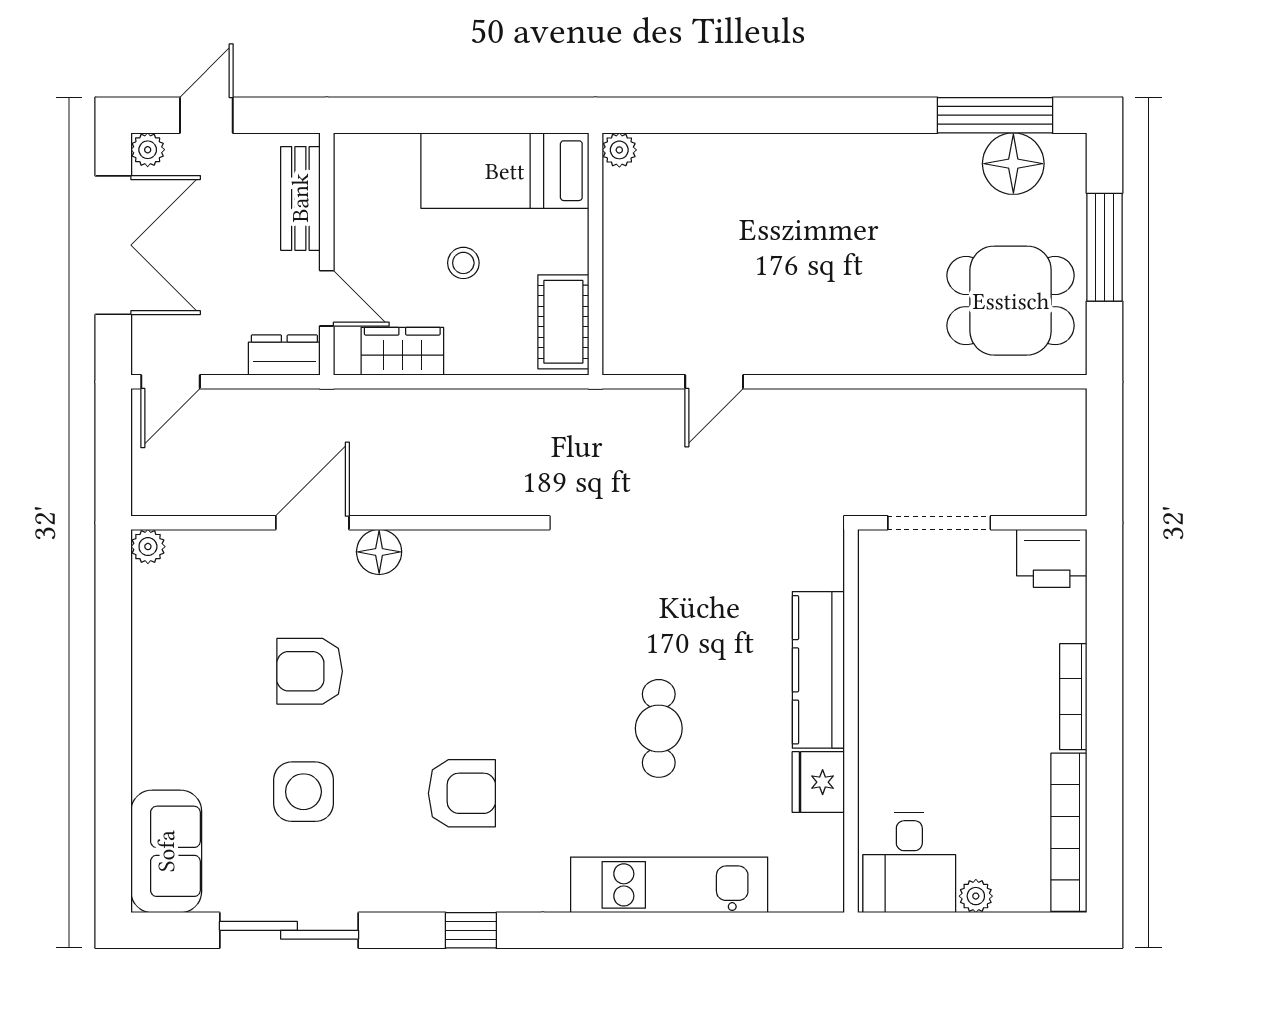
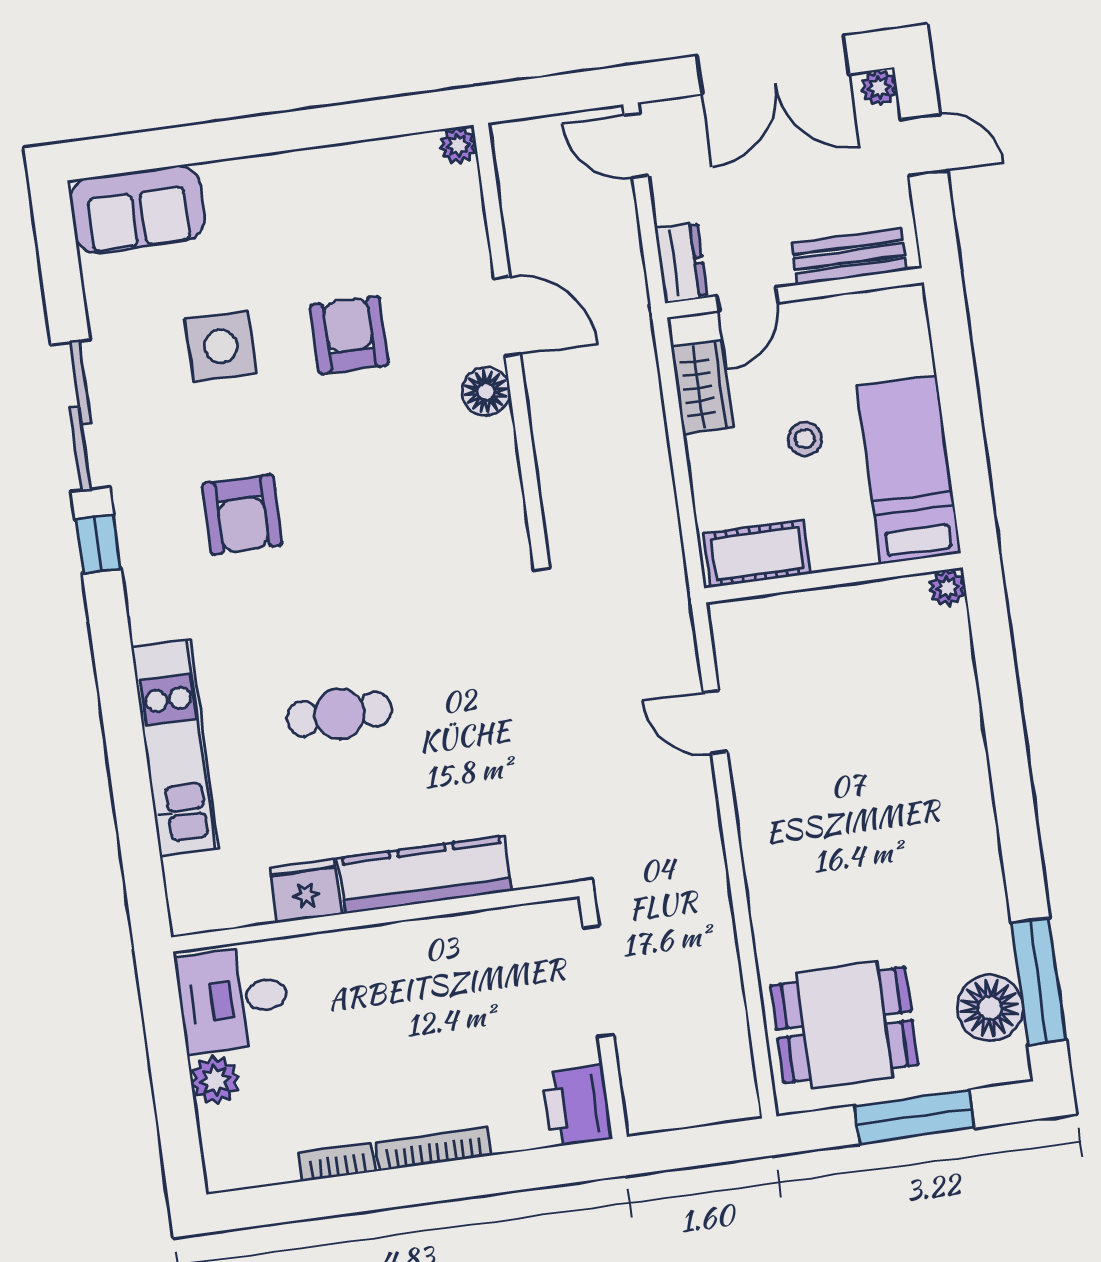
dining table: (1011, 301) -> (844, 1025), turned 90
bookcase: (1069, 832) -> (337, 1162), width x0.43, depth x0.76
plant: (976, 896) -> (215, 1080), width x1.38, depth x1.38
sliding door: (289, 930) -> (80, 416), moved

